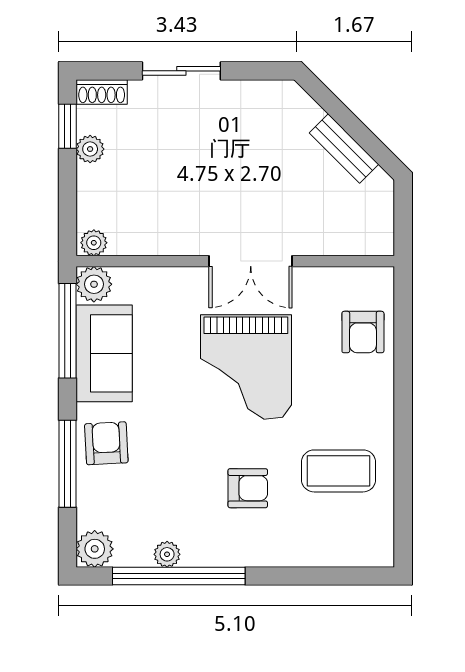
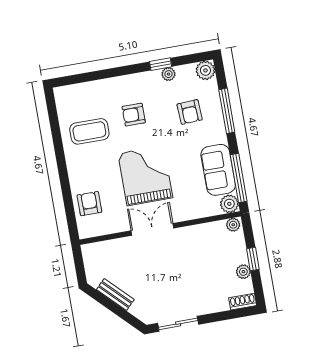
sliding door: (181, 71) -> (178, 324), moved
window: (67, 126) -> (253, 259), moved
armchair: (106, 443) -> (190, 112), moved
window: (179, 576) -> (161, 64), width x0.32

